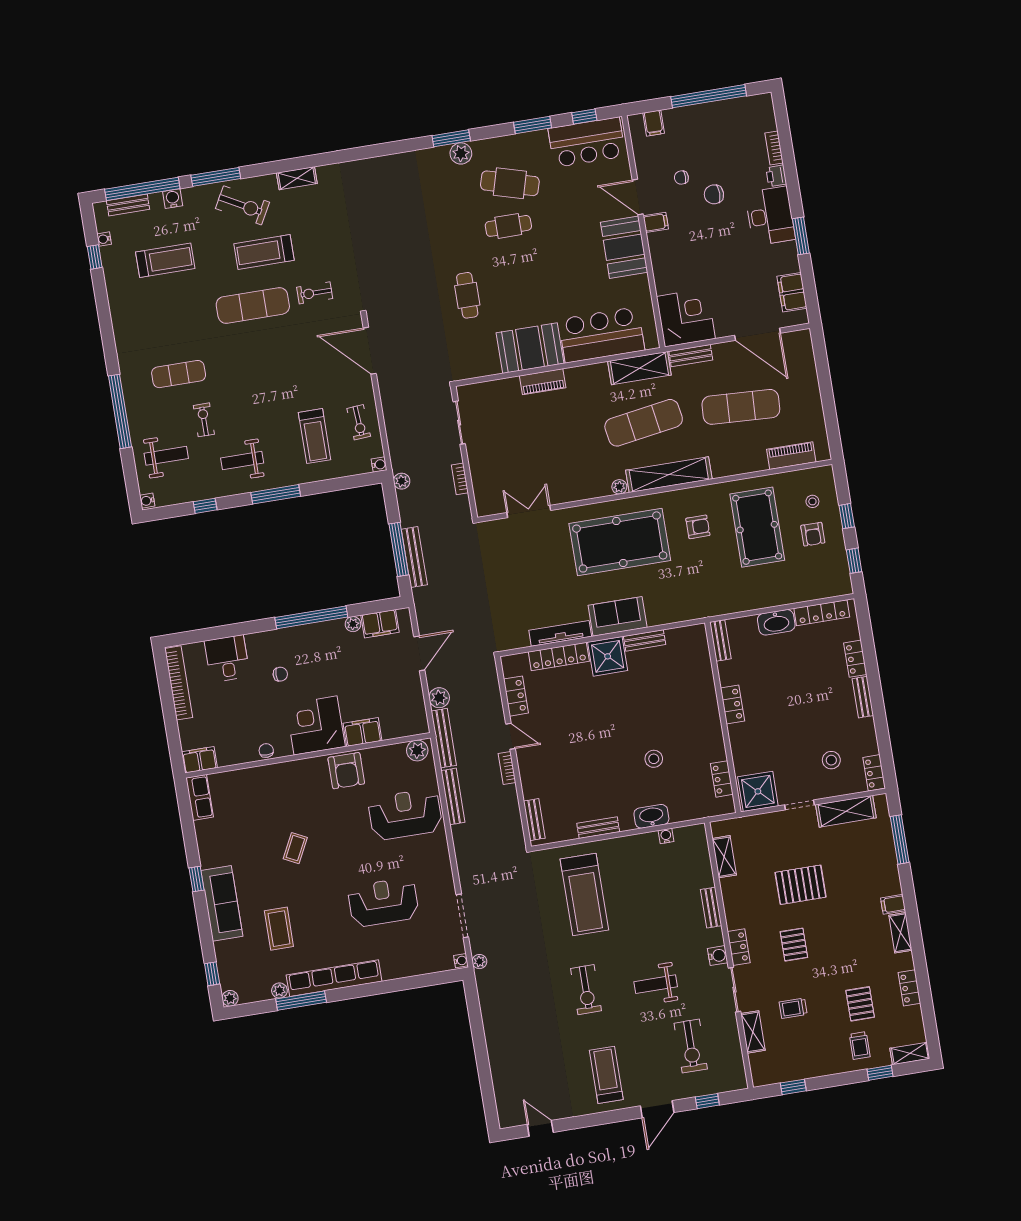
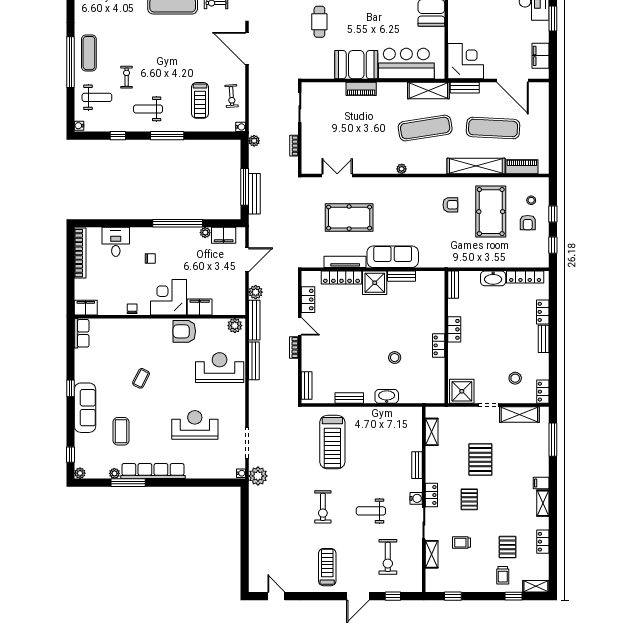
exercise mat: (179, 374) -> (89, 53), moved, turned 90
shelving: (669, 475) -> (476, 166), moved
pool table: (620, 542) -> (349, 218), moved, width x0.73, depth x0.76
sofa: (618, 616) -> (393, 257), width x1.36
armchair: (346, 771) -> (184, 331), turned 90
locker: (722, 779) -> (439, 345), moved
water cooler: (666, 836) -> (394, 411), removed
pallet: (801, 885) -> (480, 459), turned 90
plant: (479, 962) -> (258, 476), width x1.88, depth x1.88

